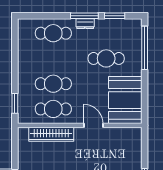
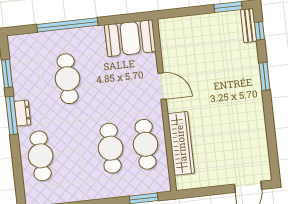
window: (145, 48) -> (67, 25), moved
booth: (125, 100) -> (130, 38), width x0.73, depth x0.70
door: (93, 125) -> (162, 86), swing flipped

